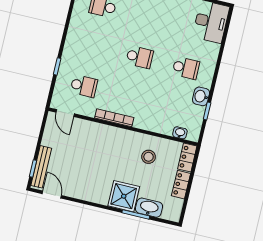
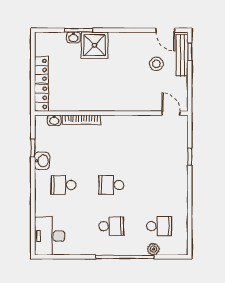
school desk: (84, 86) -> (111, 226), moved, turned 180
bookcase: (114, 118) -> (81, 120), moved
stool: (149, 157) -> (156, 64), moved
washbasin: (149, 208) -> (73, 37), width x0.52, depth x0.69

